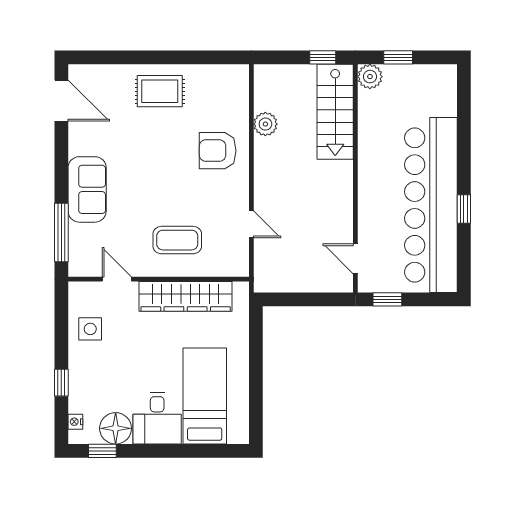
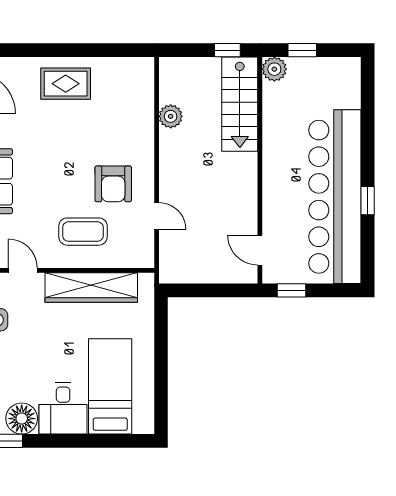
armchair: (218, 151) -> (113, 184), moved, turned -90

